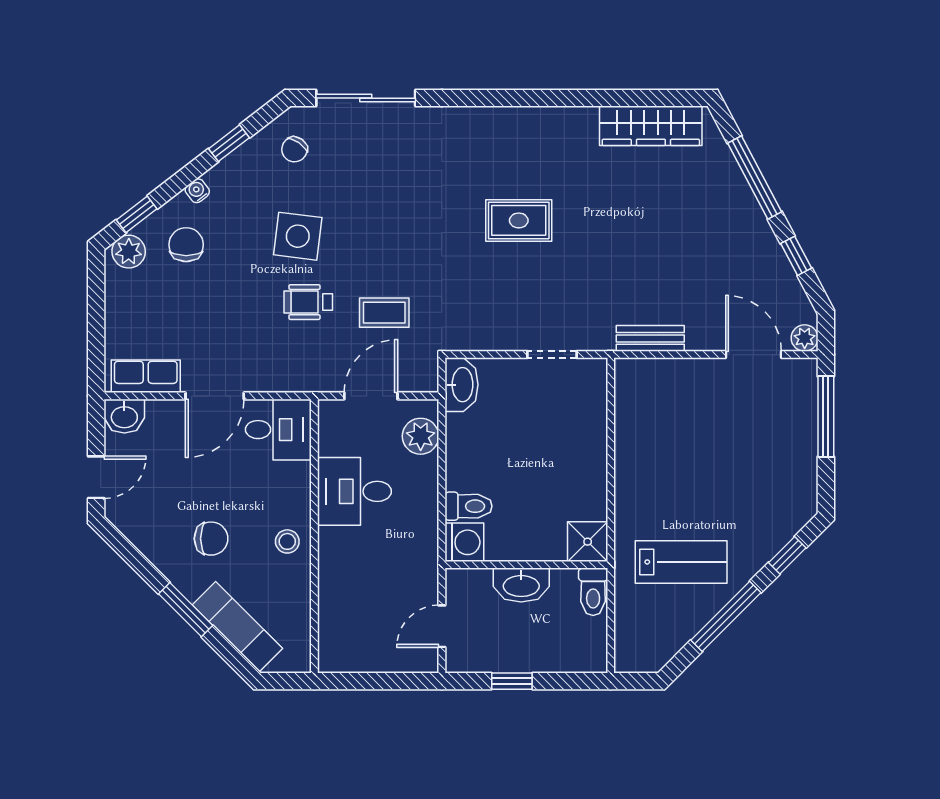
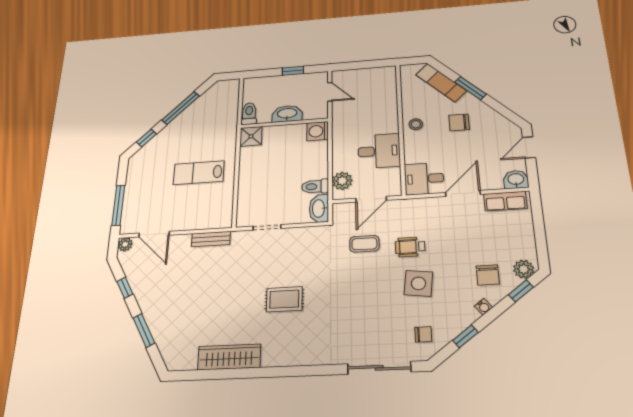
wardrobe: (651, 126) -> (229, 357), moved
chair: (294, 149) -> (423, 334), turned 55
window: (755, 177) -> (144, 330), width x0.69
wheelchair: (308, 302) -> (410, 247), turned 180
toilet: (468, 506) -> (315, 187), moved
lab bench: (681, 562) -> (199, 173), moved
door: (442, 626) -> (330, 92), hinge flipped

